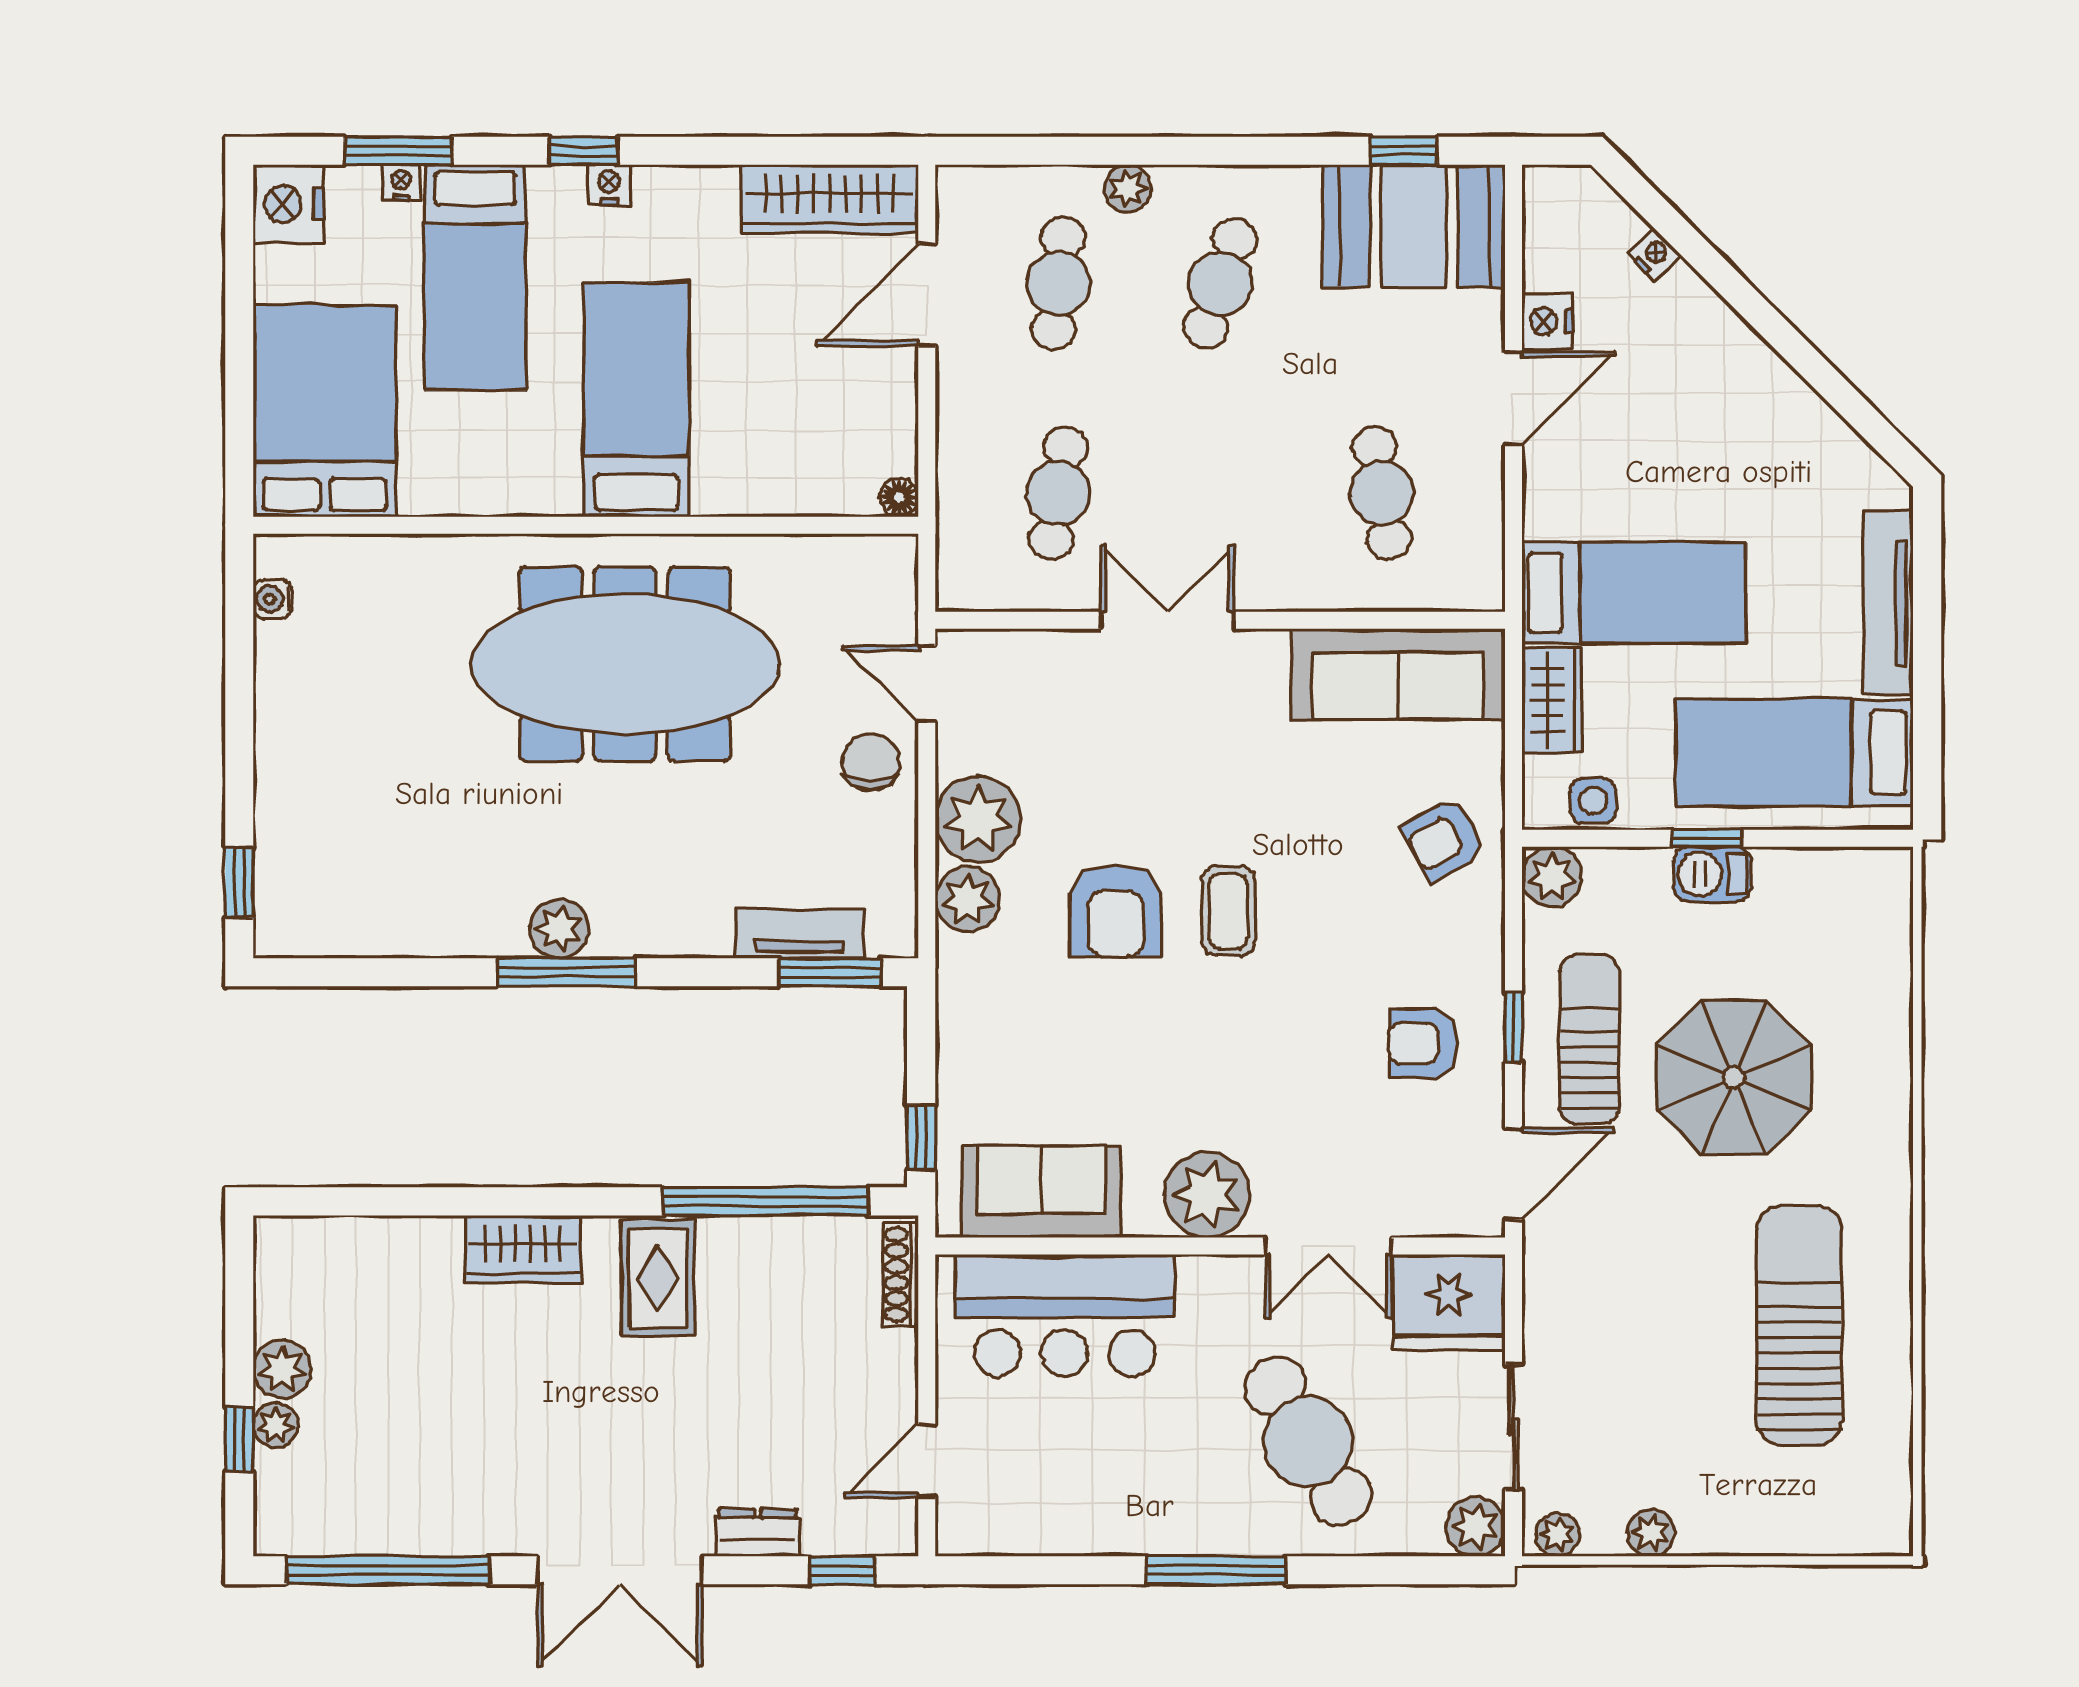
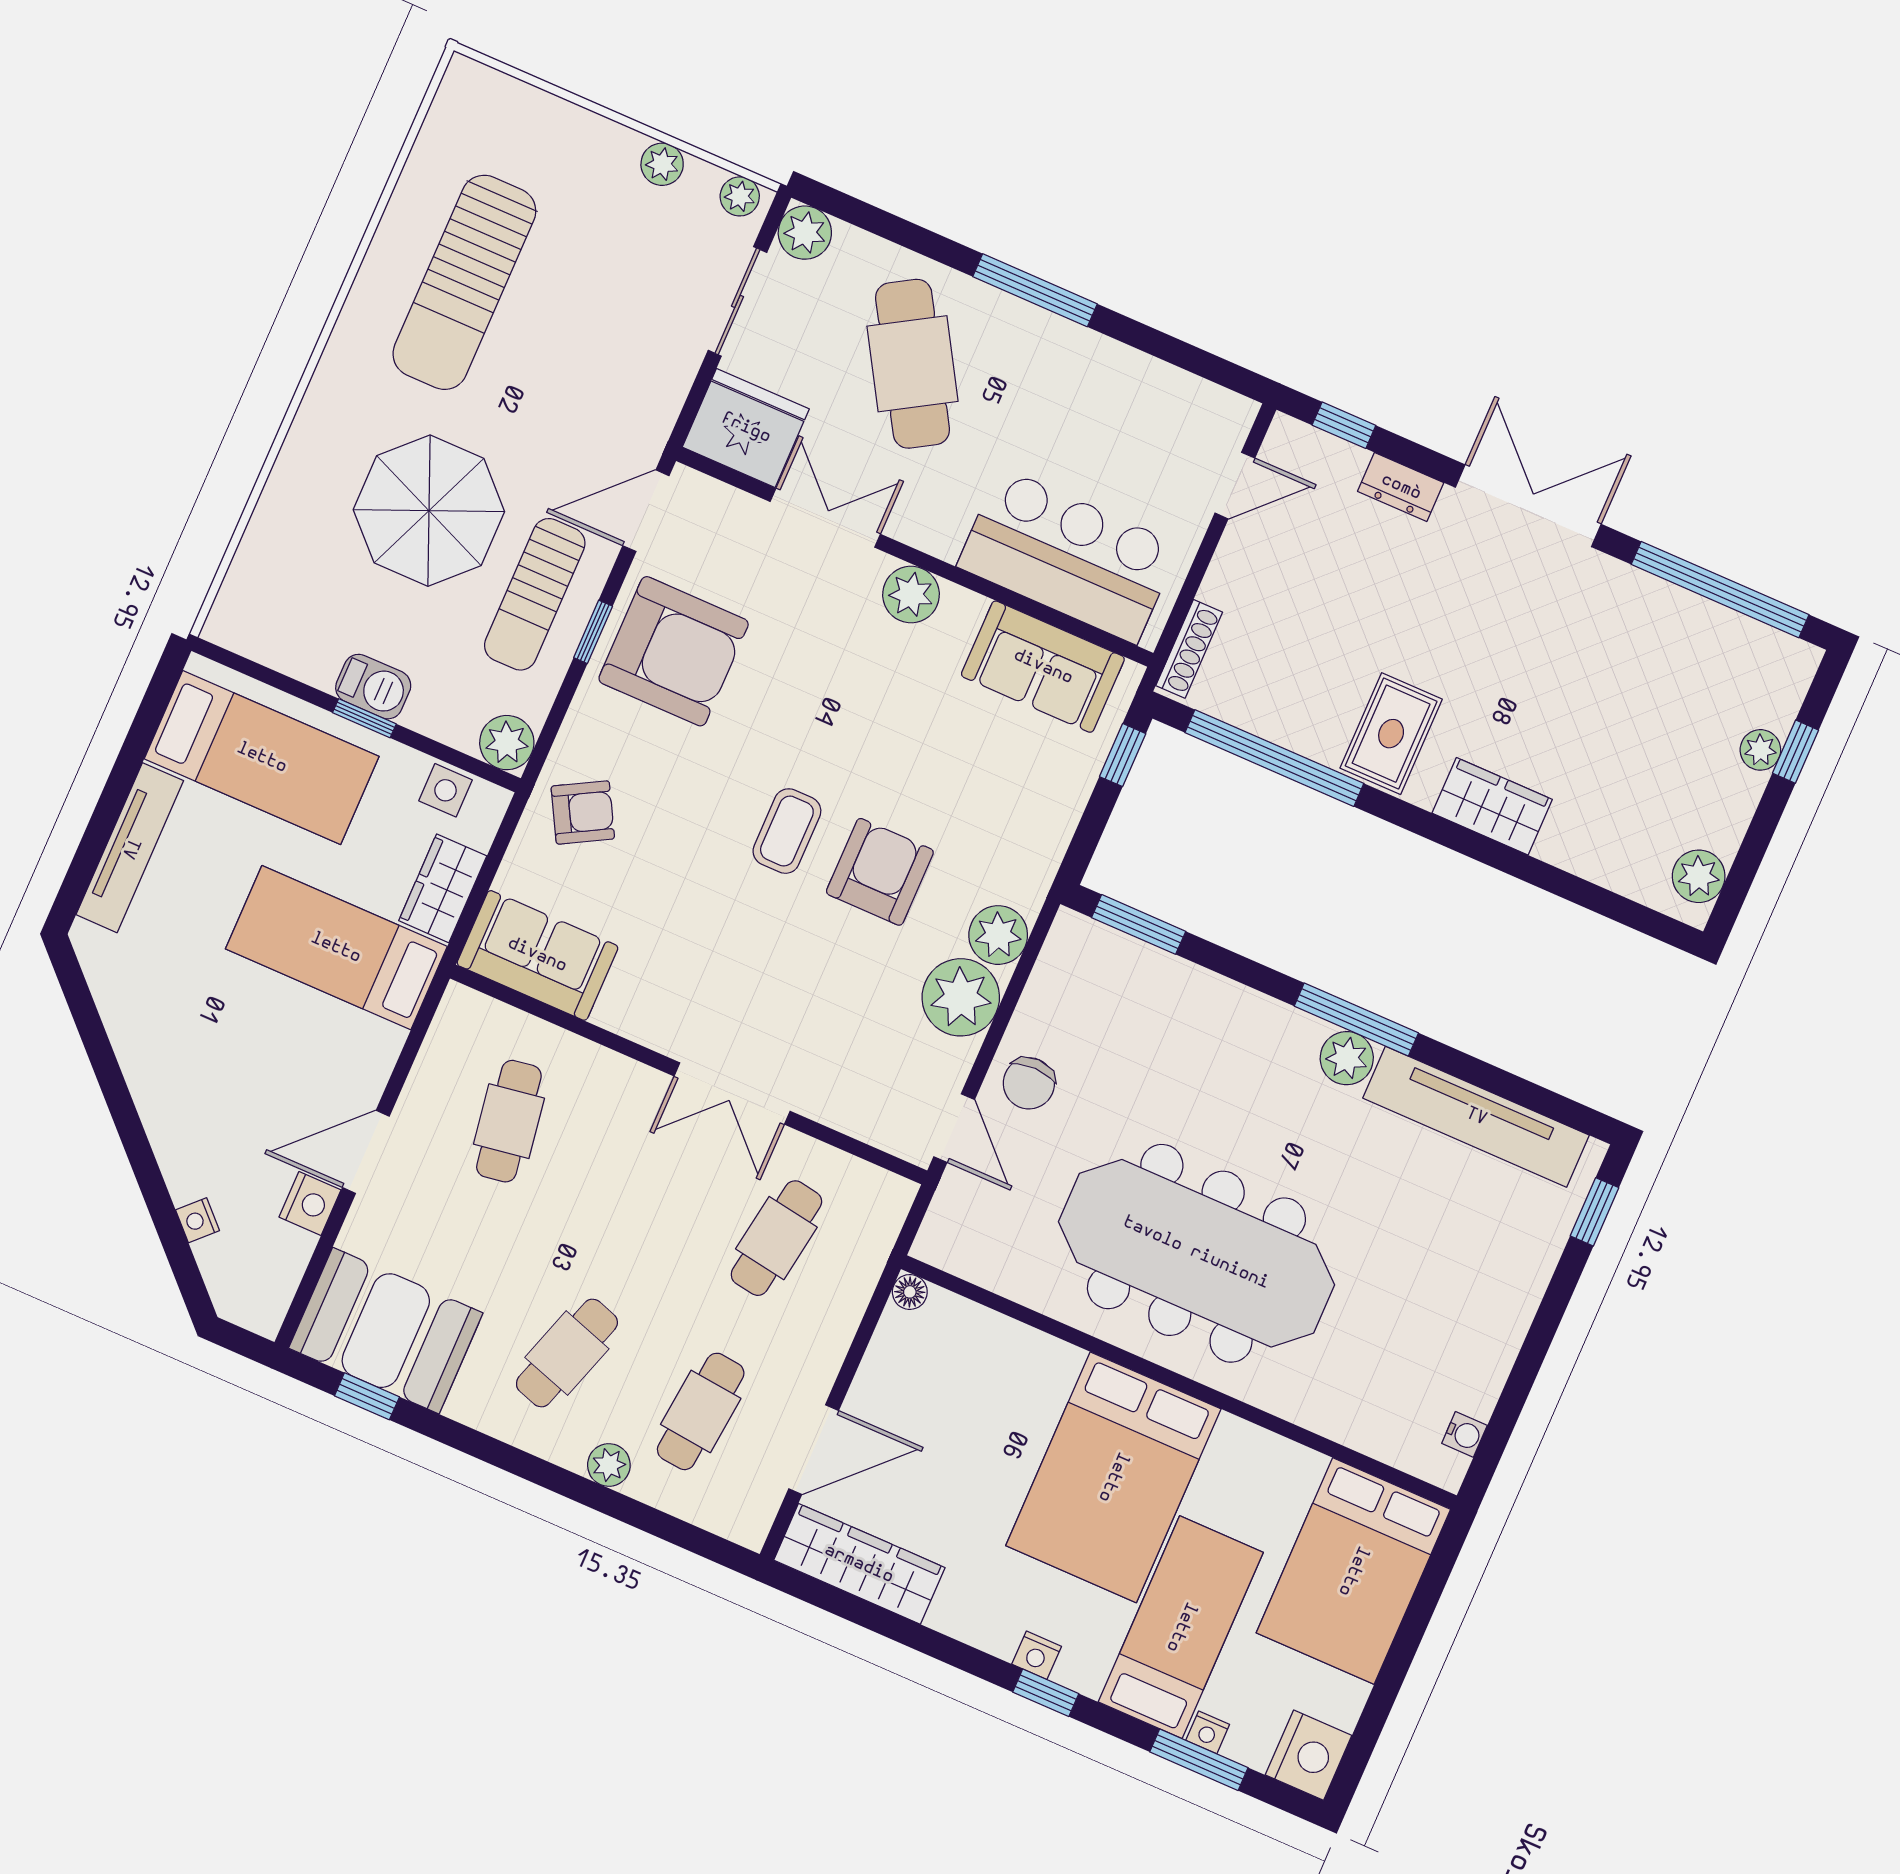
bed: (636, 400) -> (1113, 1477), width x1.50
sofa: (1398, 674) -> (537, 955), width x0.73
tv unit: (800, 934) -> (1476, 1117), moved, width x1.92, depth x1.29
armchair: (1423, 1043) -> (674, 651), width x1.88, depth x1.88
plant: (1207, 1195) -> (911, 595), width x0.73, depth x0.73
plant: (282, 1369) -> (1699, 876), moved

